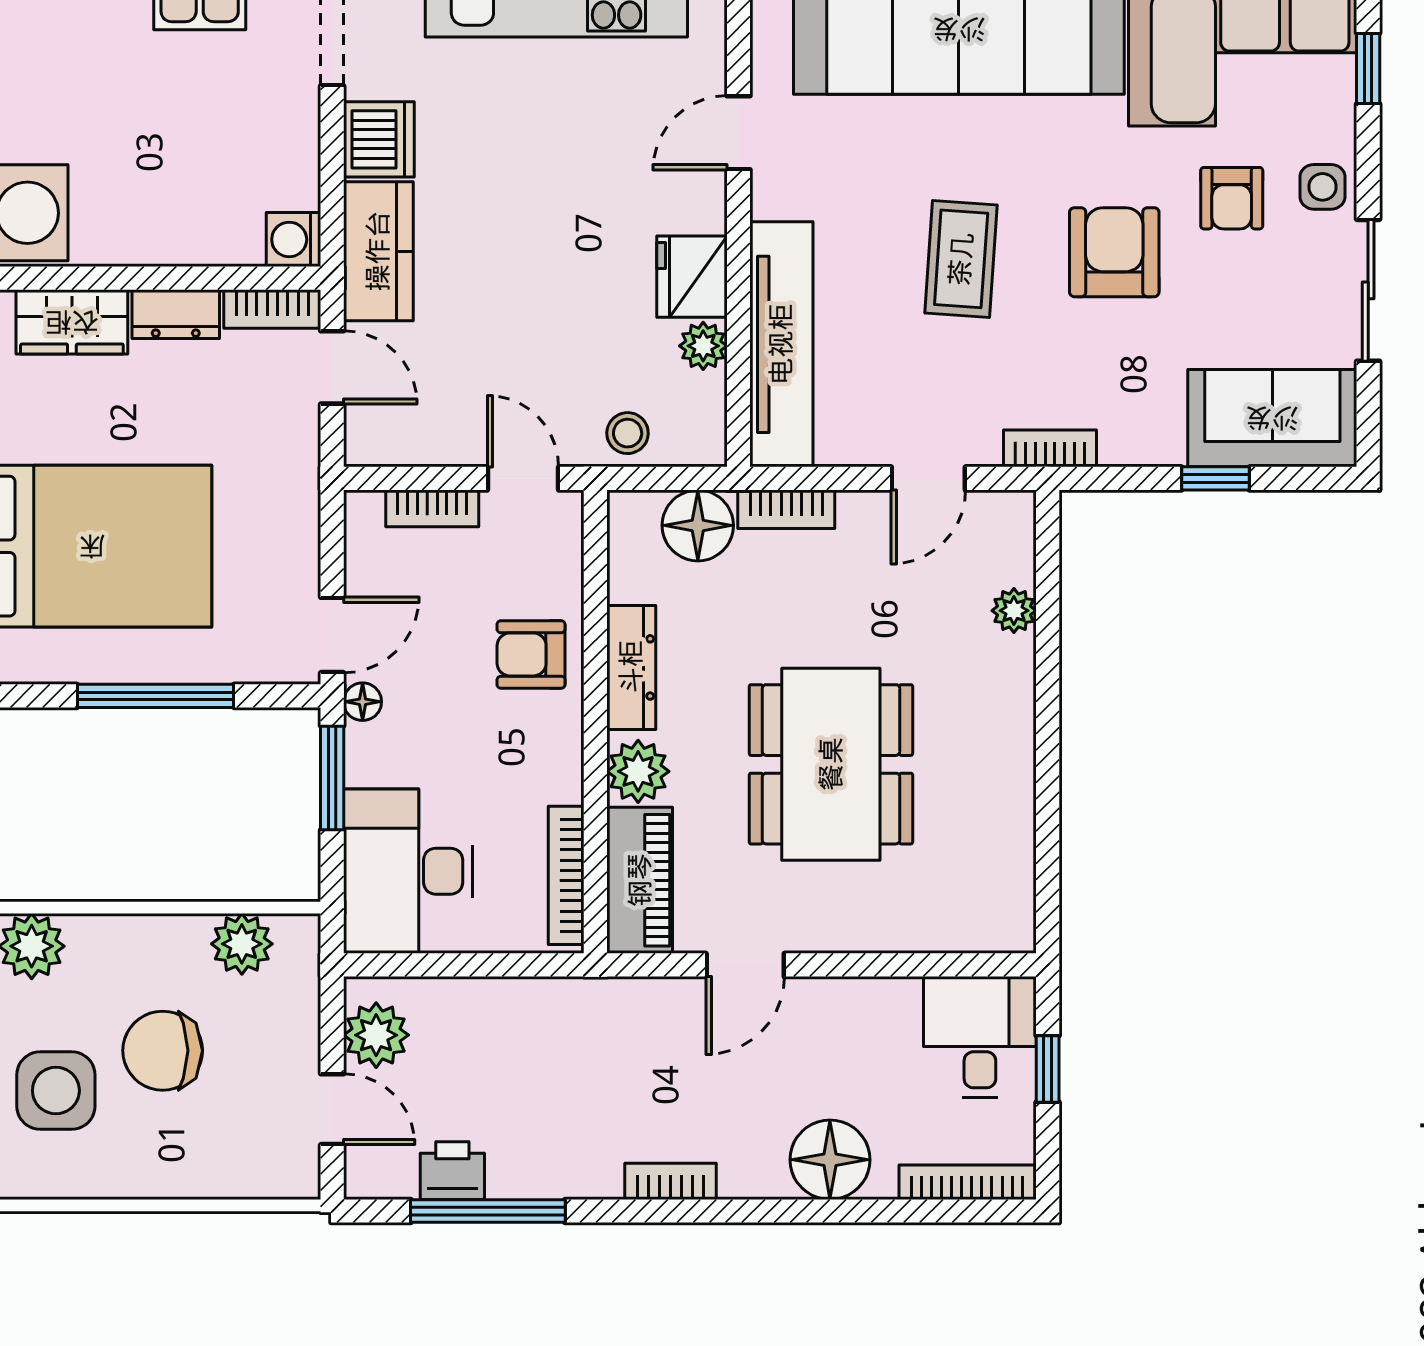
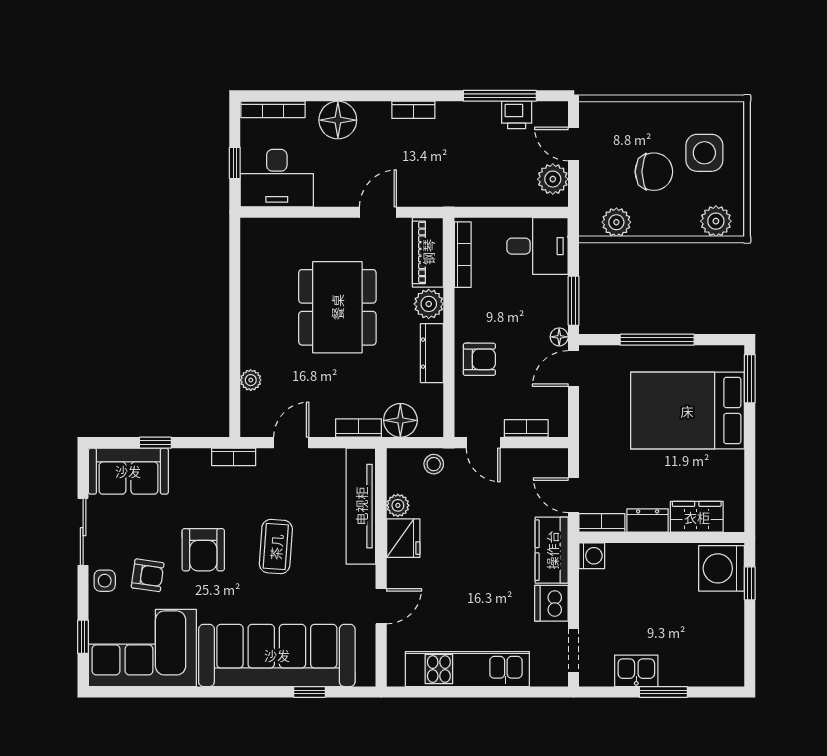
armchair: (1232, 198) -> (148, 575), turned 98
desk: (408, 871) -> (538, 246), width x0.73
desk: (980, 1037) -> (277, 178), width x1.37

